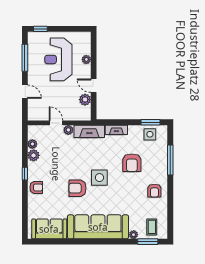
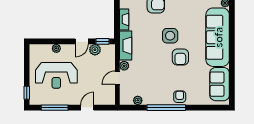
window: (94, 107) -> (102, 41), added
plant: (34, 155) -> (149, 99), removed
window: (25, 174) -> (166, 108), width x3.17

